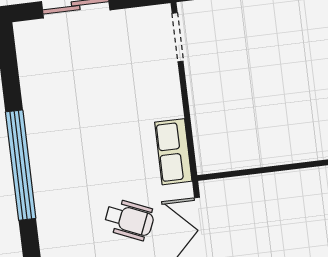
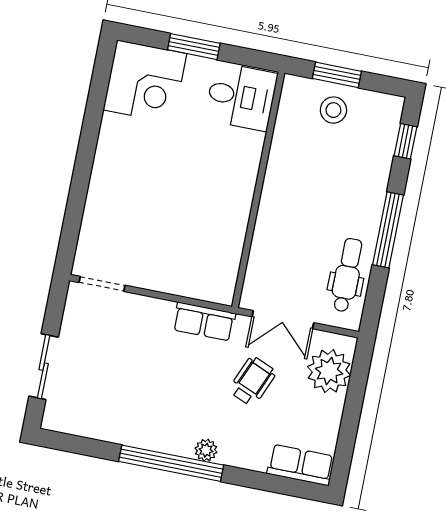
plant: (45, 196) -> (206, 450), added

